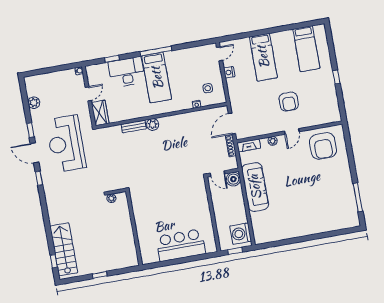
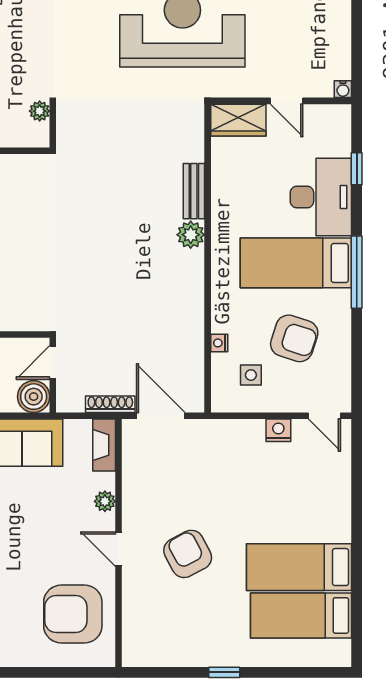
bed: (263, 57) -> (299, 567), moved
armchair: (189, 73) -> (294, 338), added
armchair: (289, 102) -> (188, 554), turned 62

